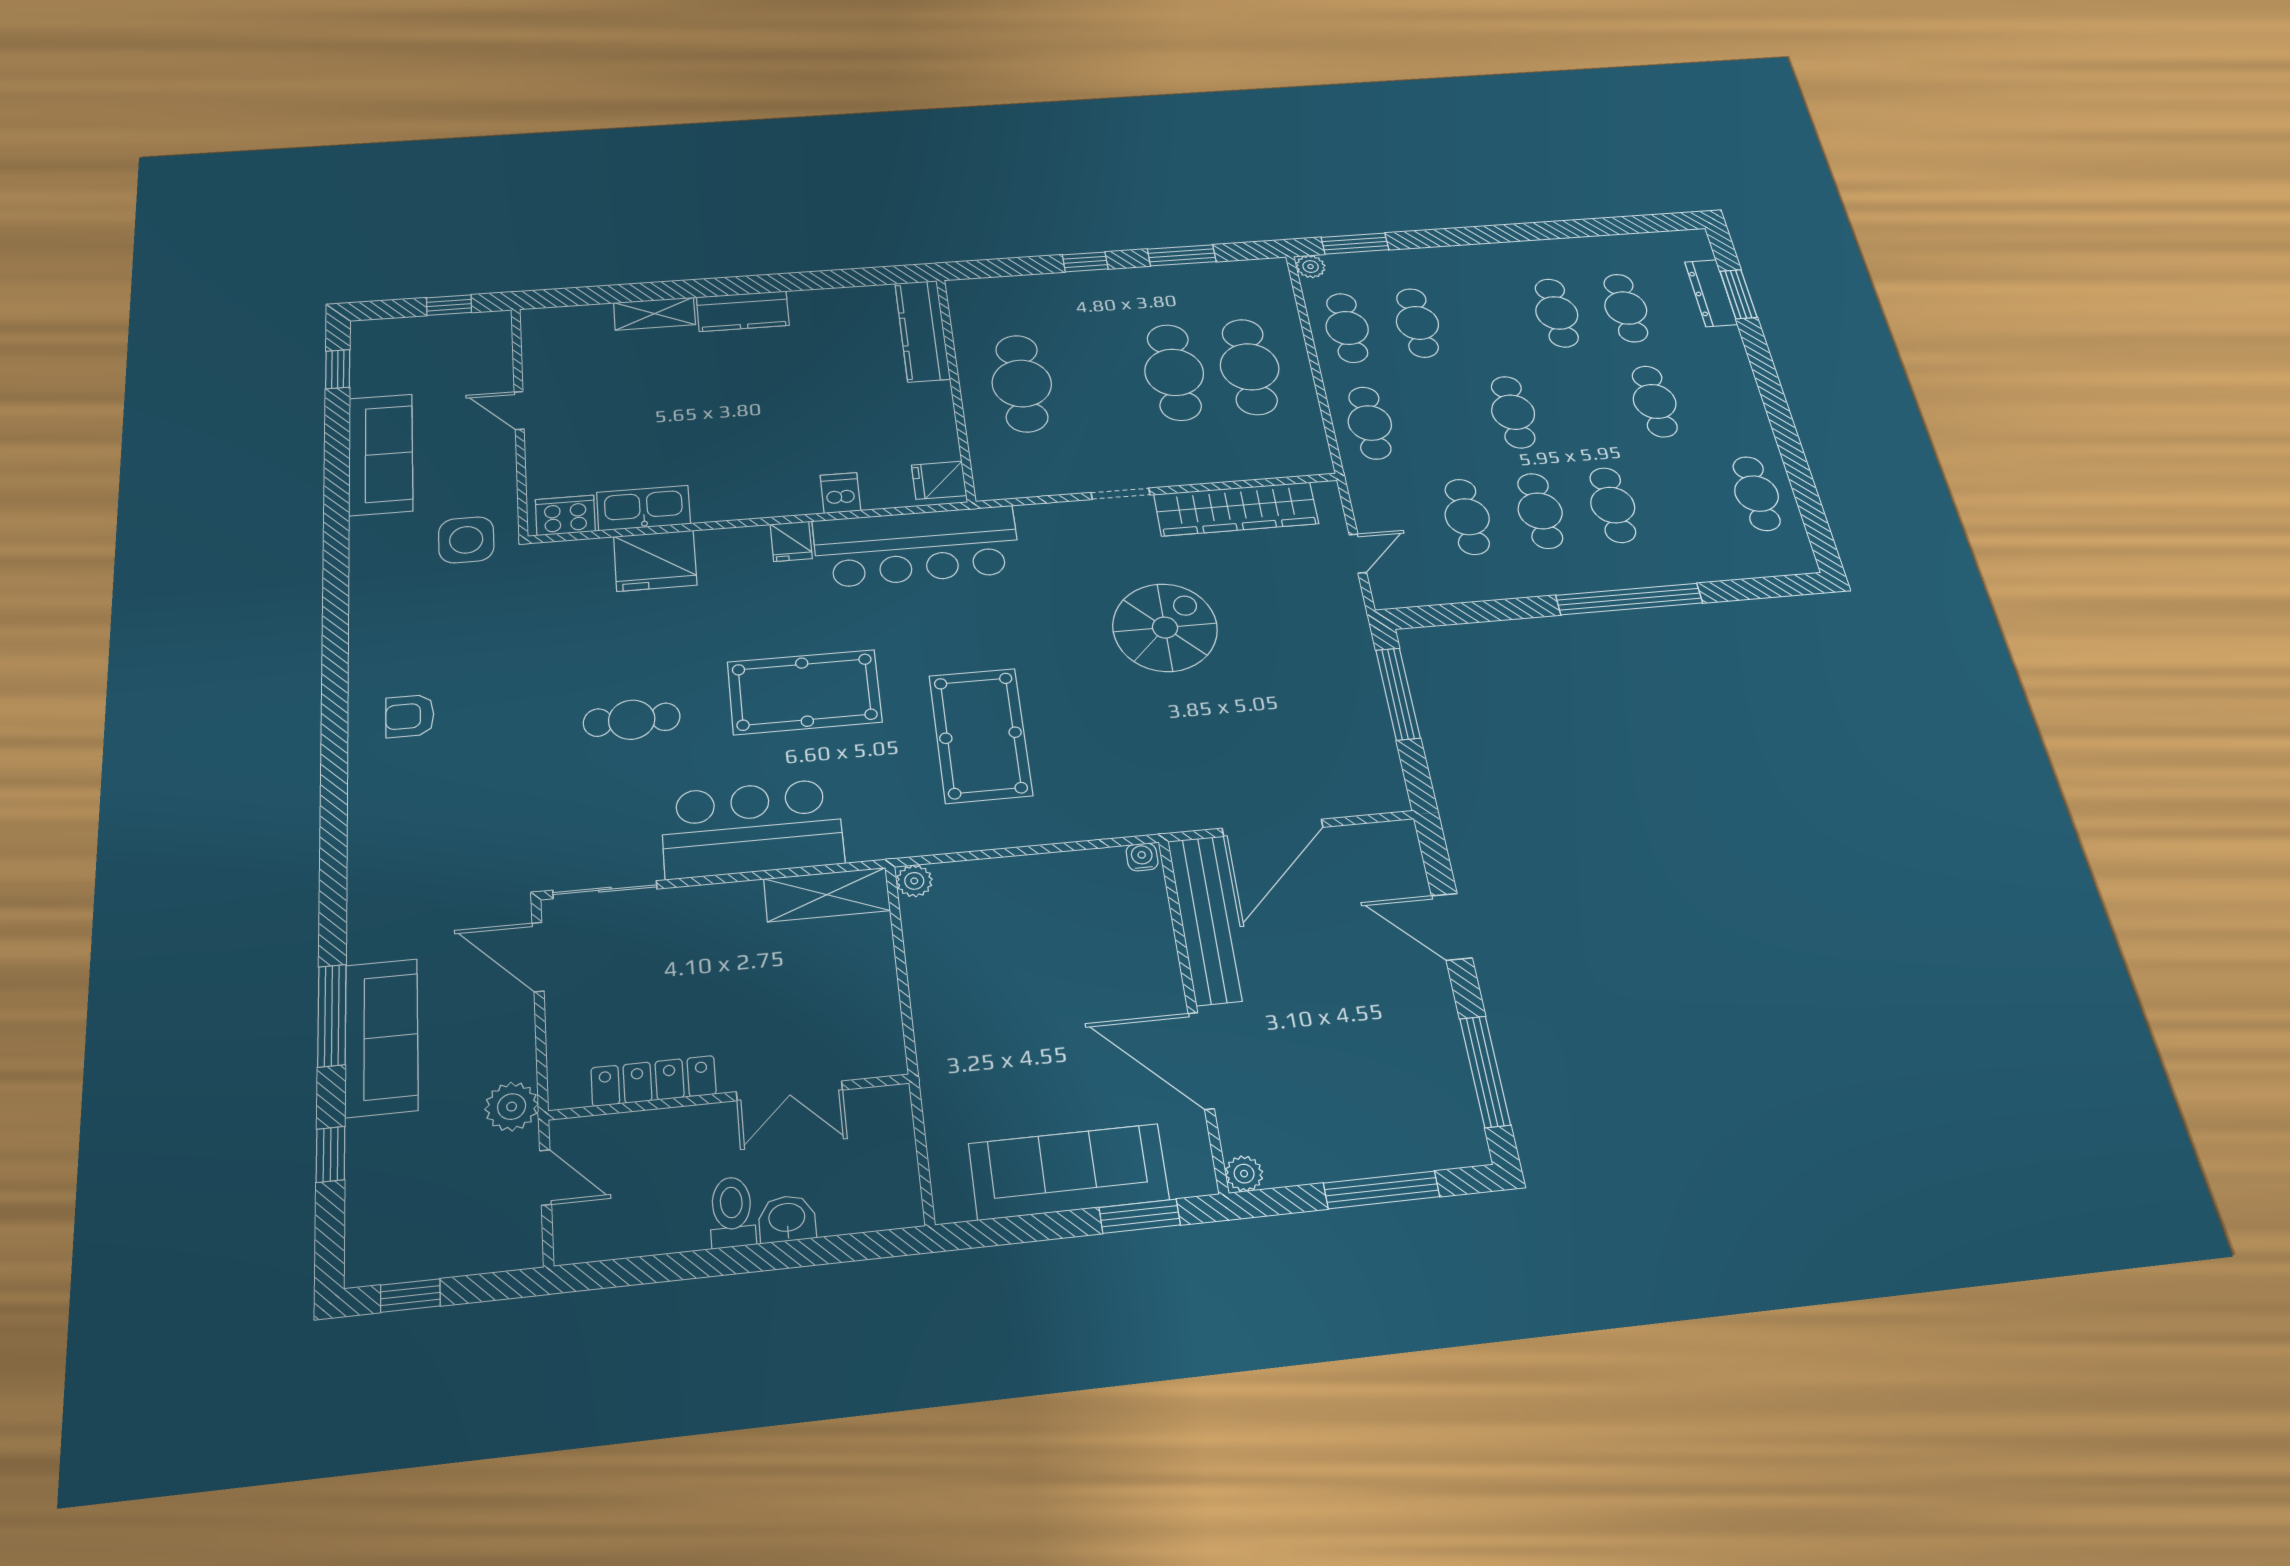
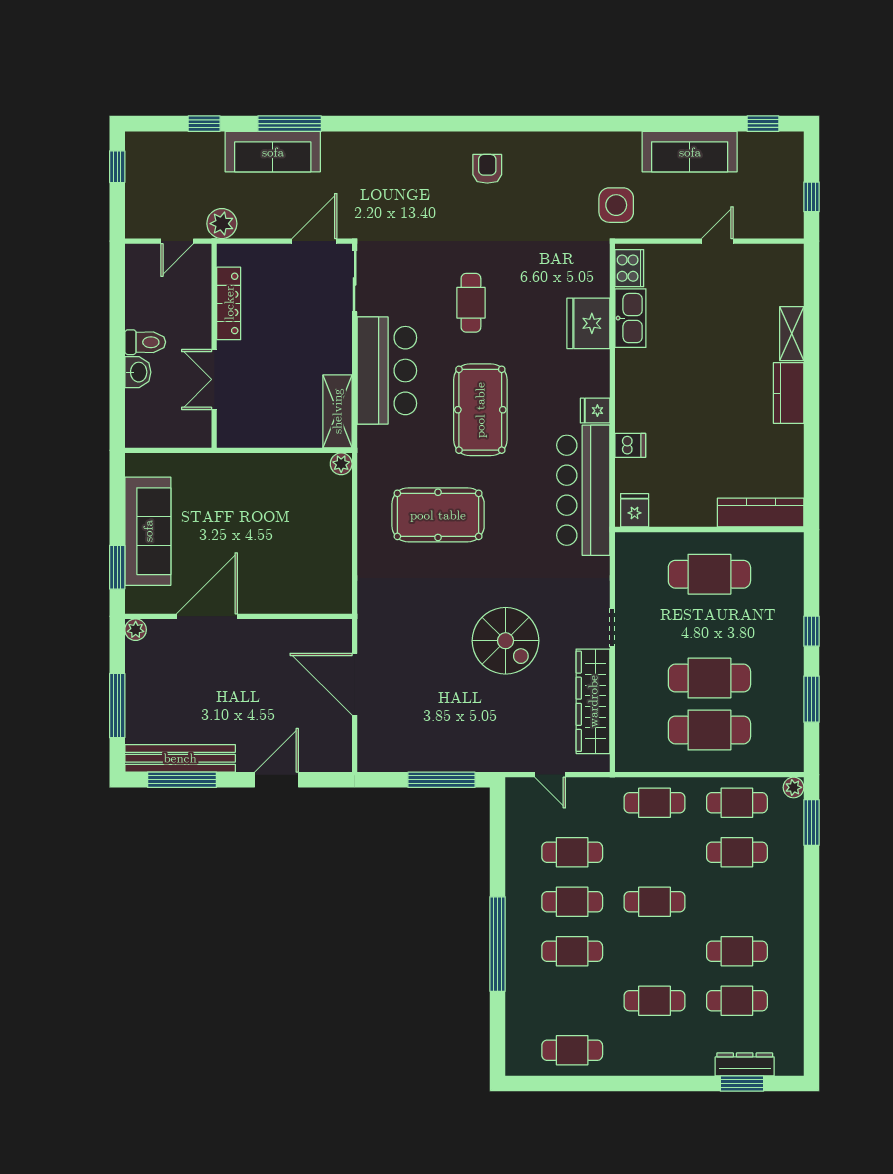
water cooler: (1142, 857) -> (343, 602), removed
bench: (1204, 920) -> (180, 758), moved

